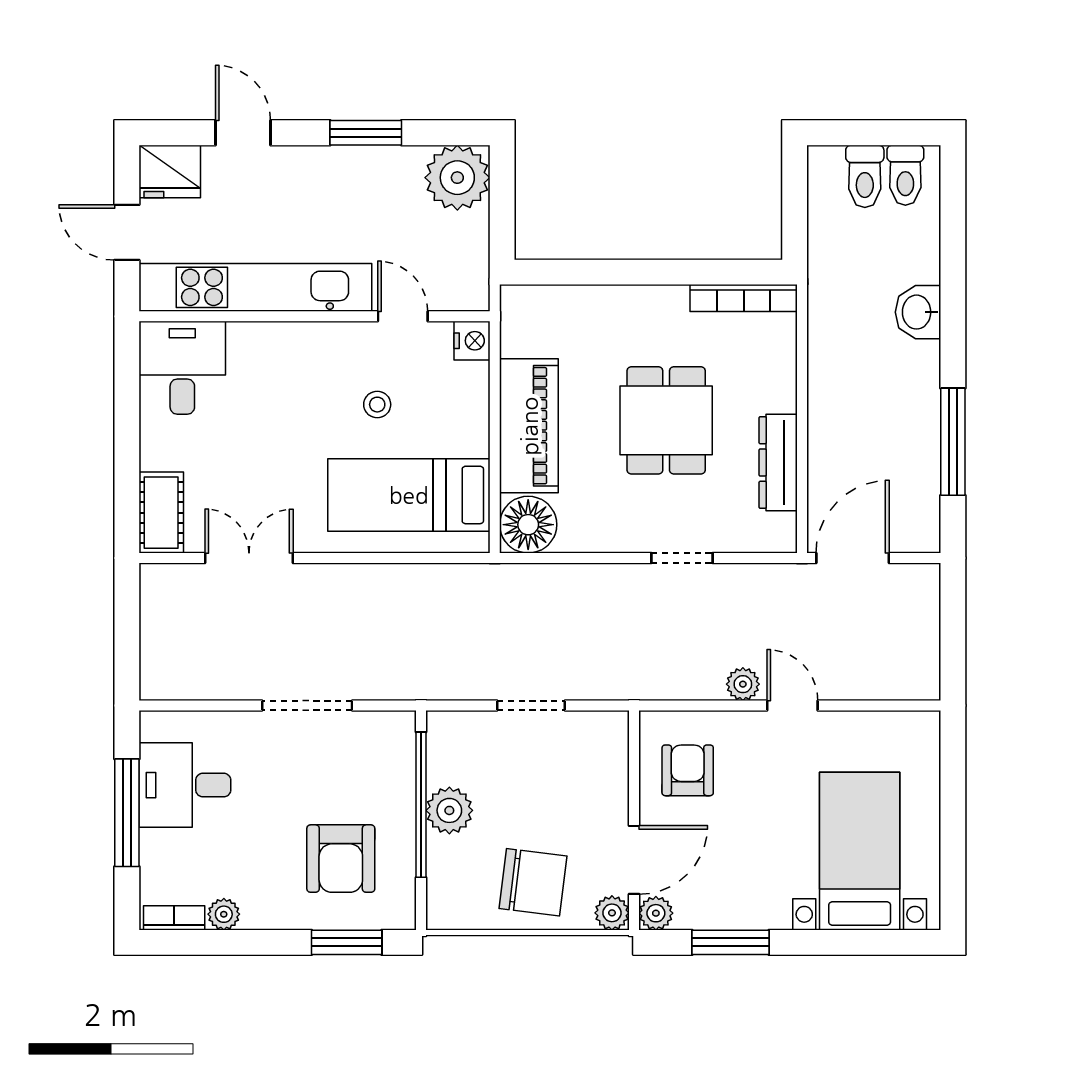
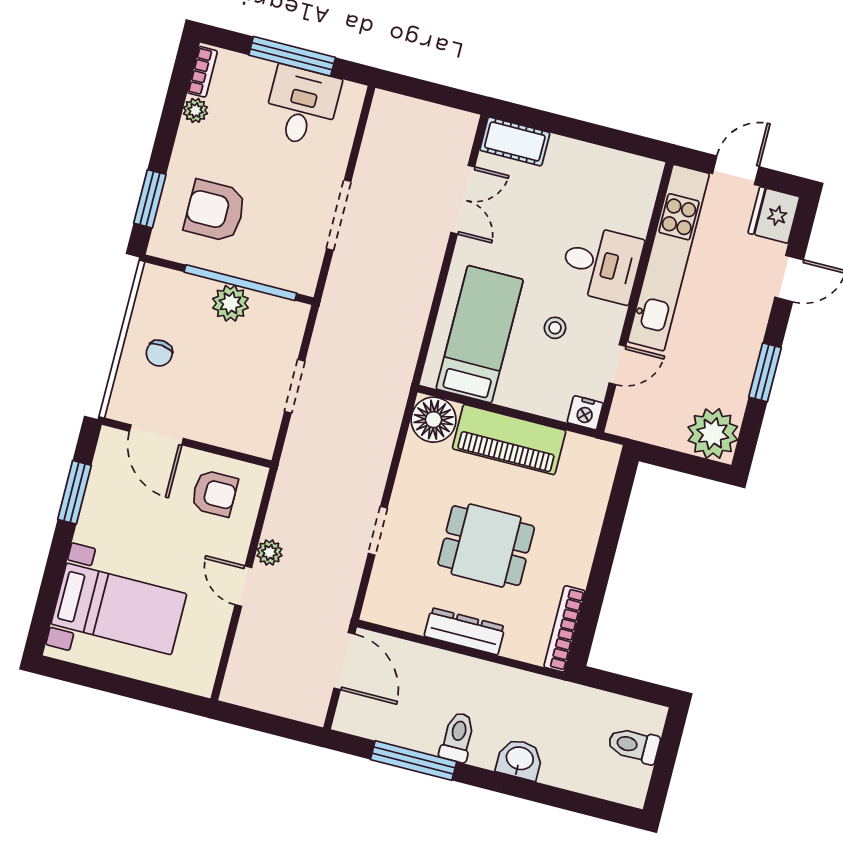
toilet: (905, 175) -> (457, 737), moved, turned 90
desk: (182, 368) -> (601, 264), moved
dresser: (778, 462) -> (465, 631), moved
door: (792, 706) -> (243, 586), swing flipped
chair: (533, 882) -> (159, 353), width x0.54, depth x0.54
plant: (612, 913) -> (120, 408), removed
plant: (656, 913) -> (111, 441), removed

